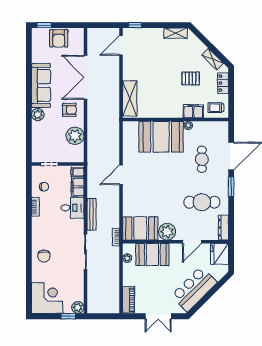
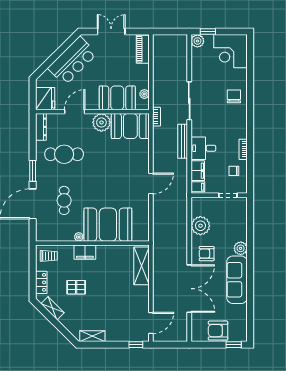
armchair: (59, 38) -> (218, 331), turned -90
filing cabinet: (193, 111) -> (85, 252), moved

